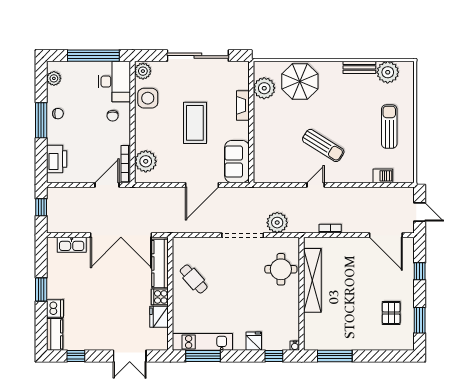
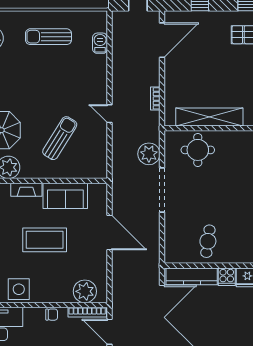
chair: (113, 116) -> (52, 315), moved
sun lounger: (323, 146) -> (60, 138), moved
sofa: (237, 162) -> (65, 196), moved
cafe table: (194, 279) -> (208, 241), turned -40

